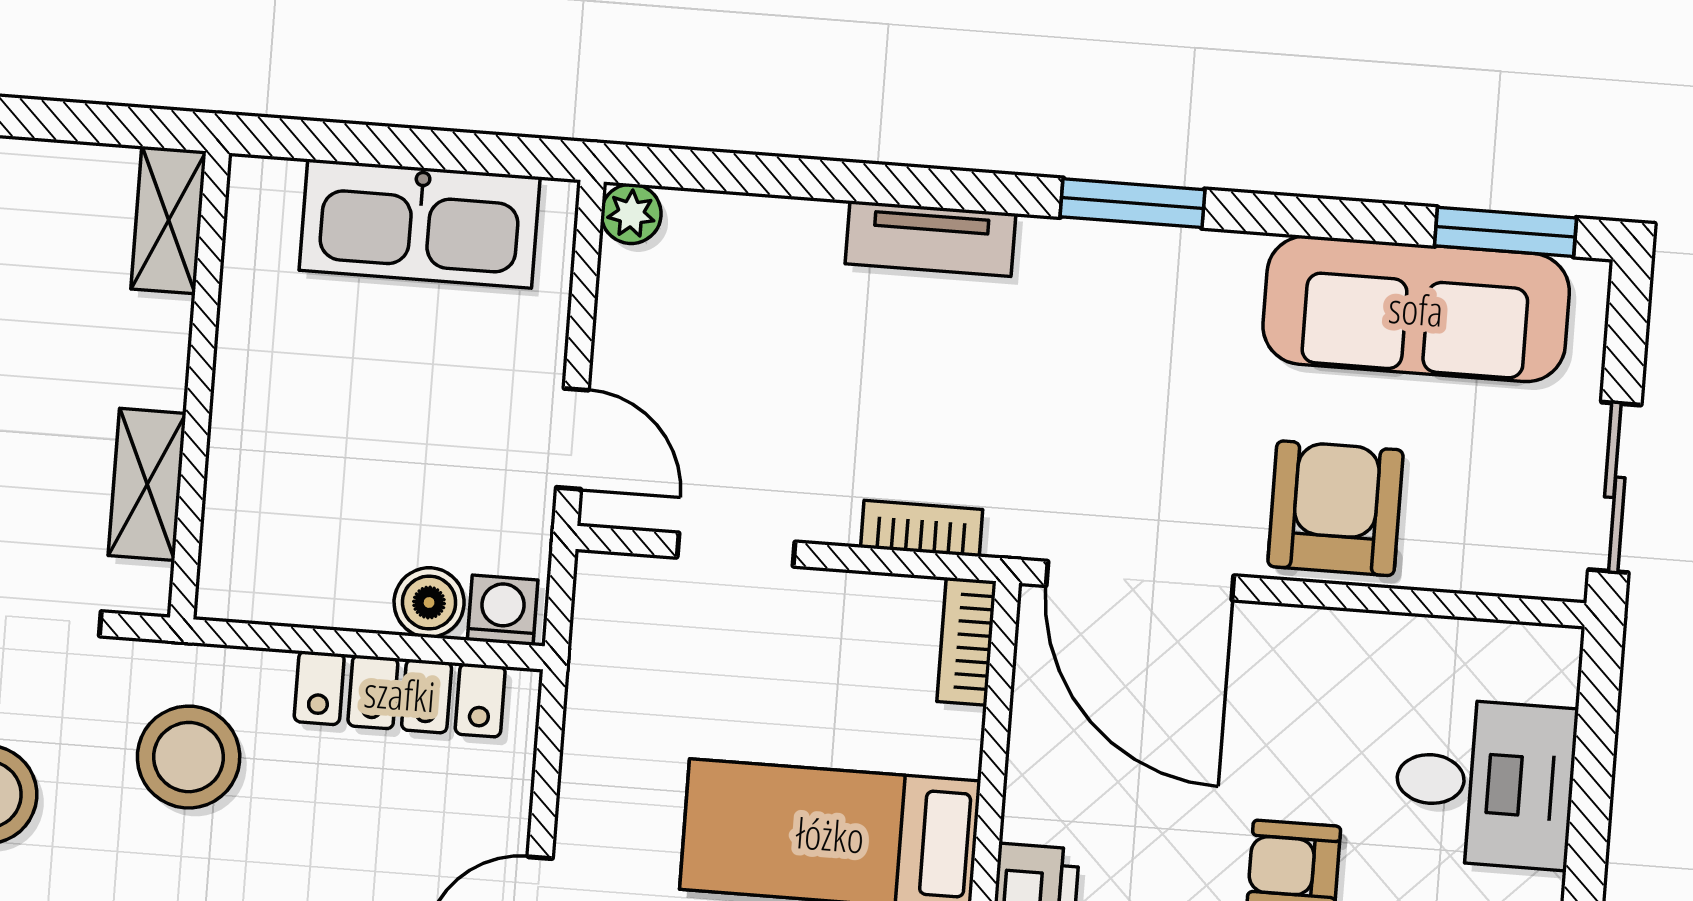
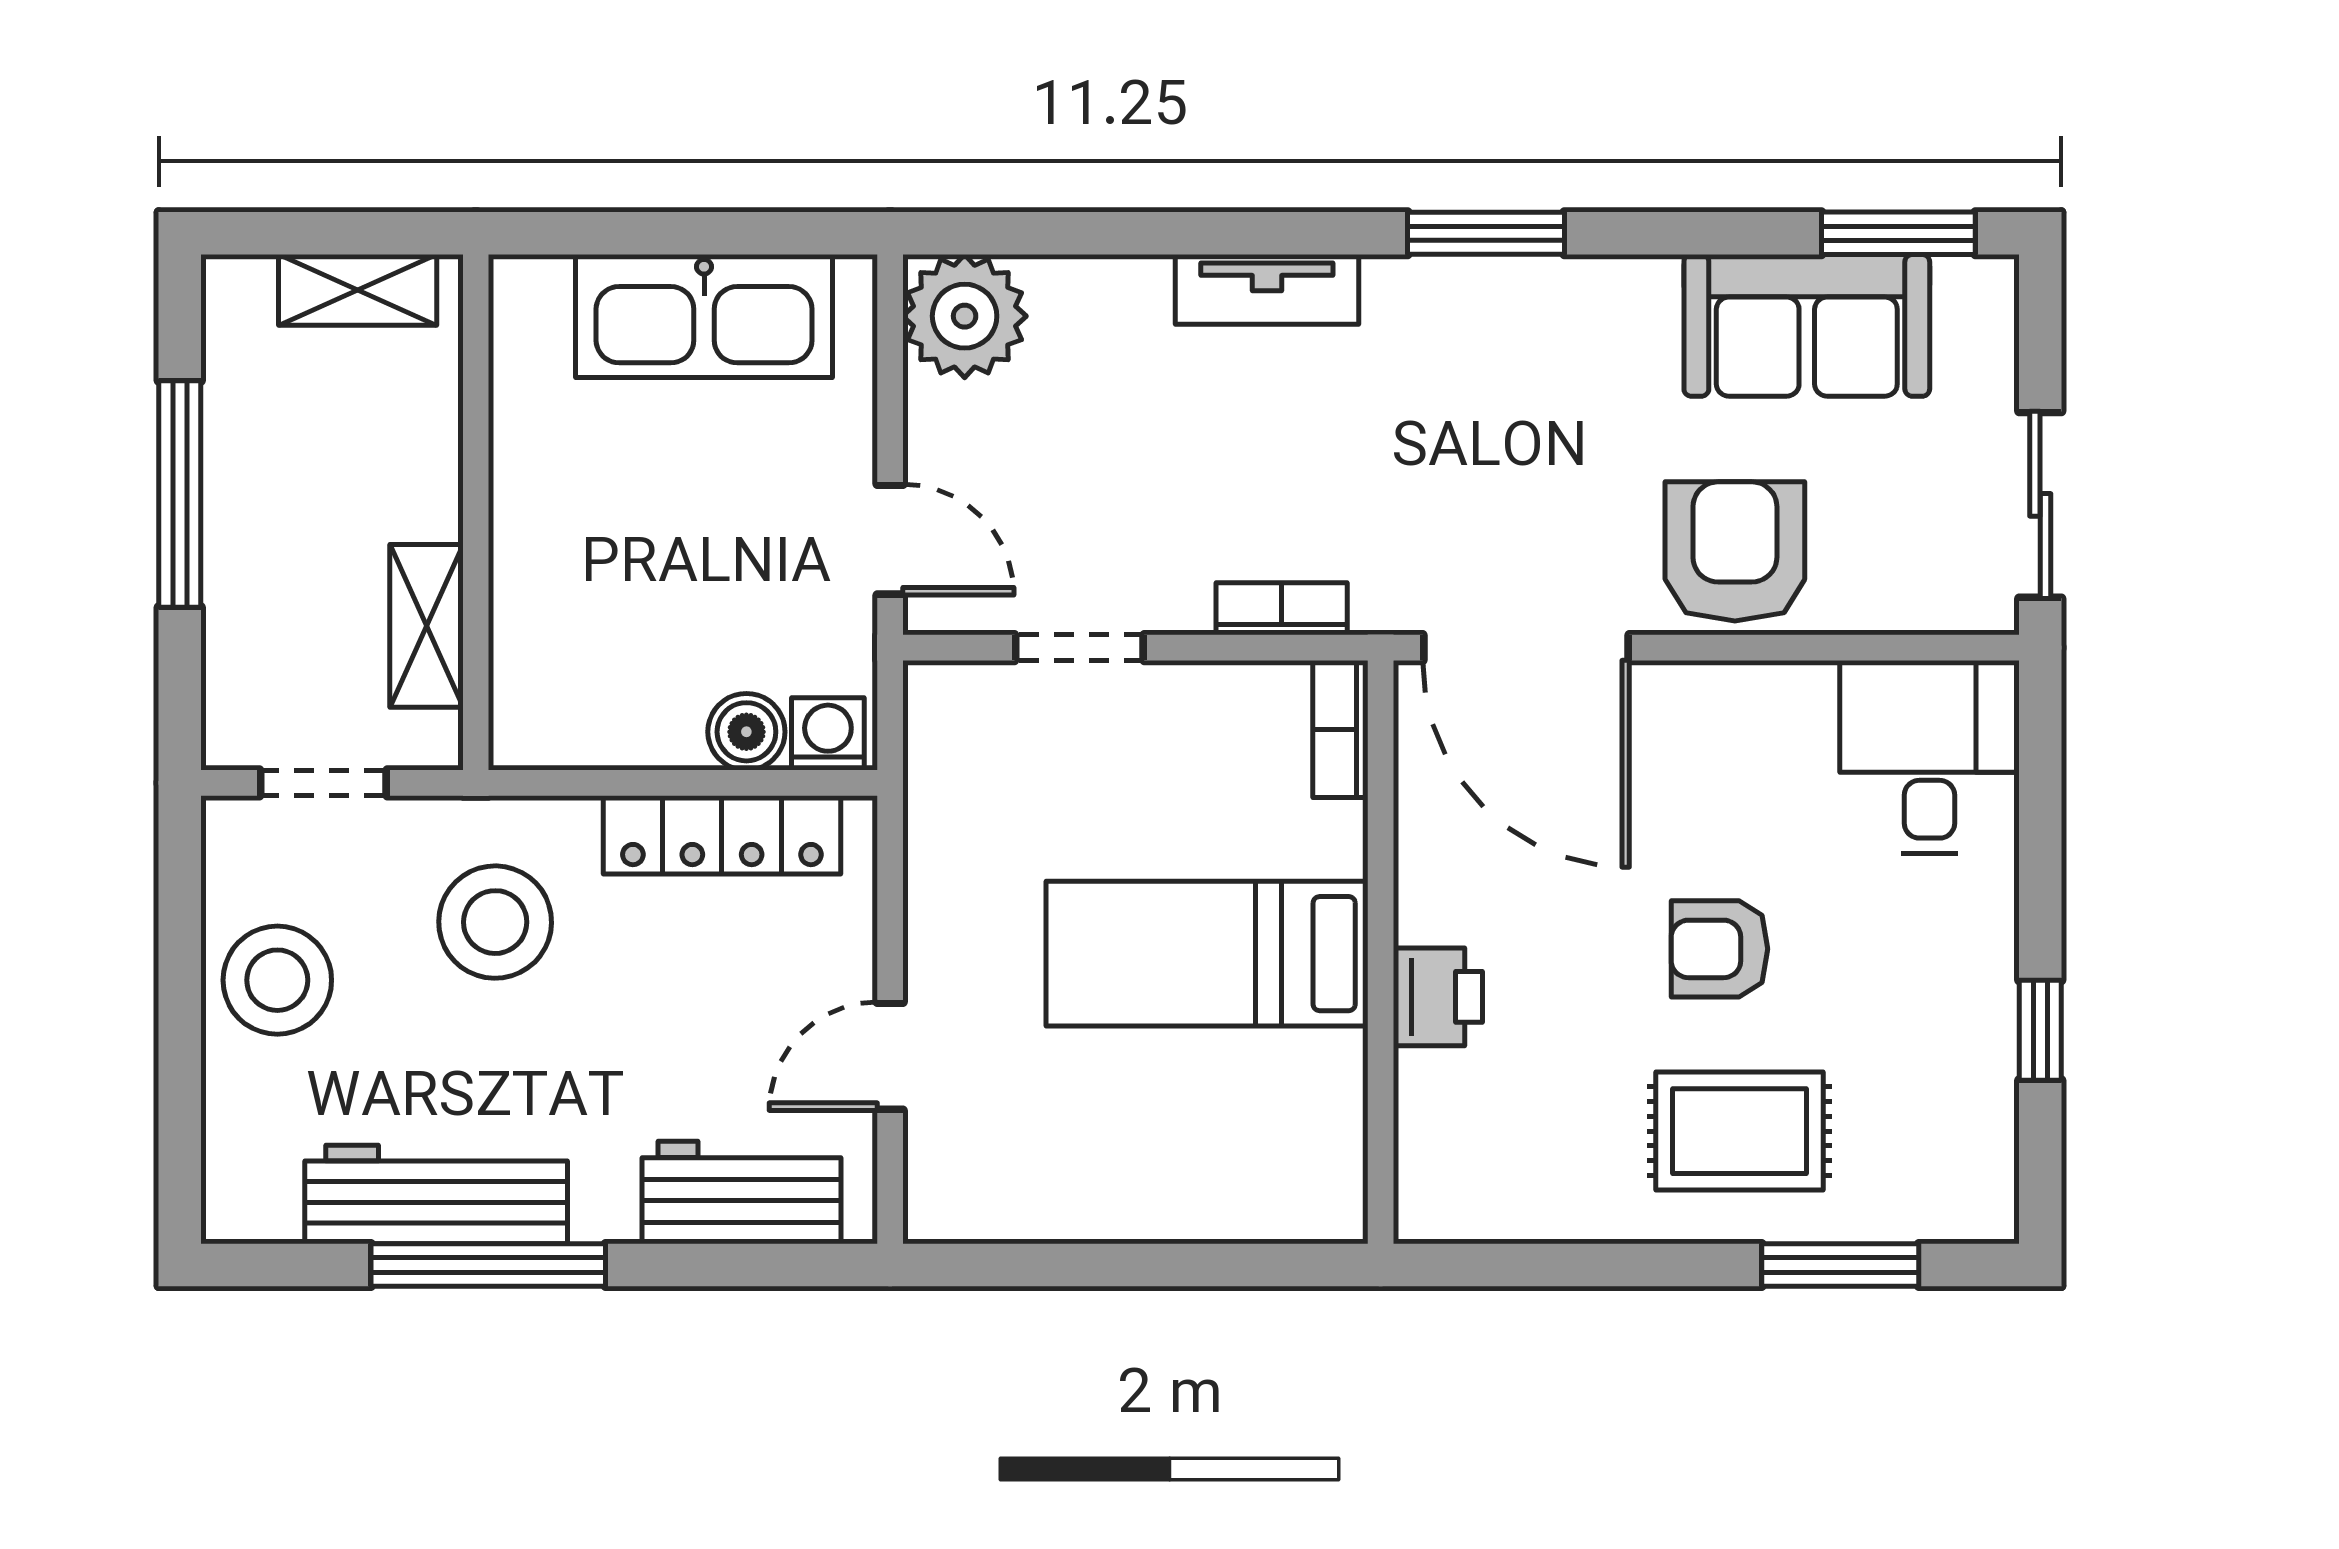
plant: (631, 214) -> (965, 316), width x1.88, depth x1.88
shelving: (168, 220) -> (358, 290), moved, turned 90
sofa: (1416, 309) -> (1807, 325), width x0.73
desk: (1485, 783) -> (1929, 757), moved, turned -90

